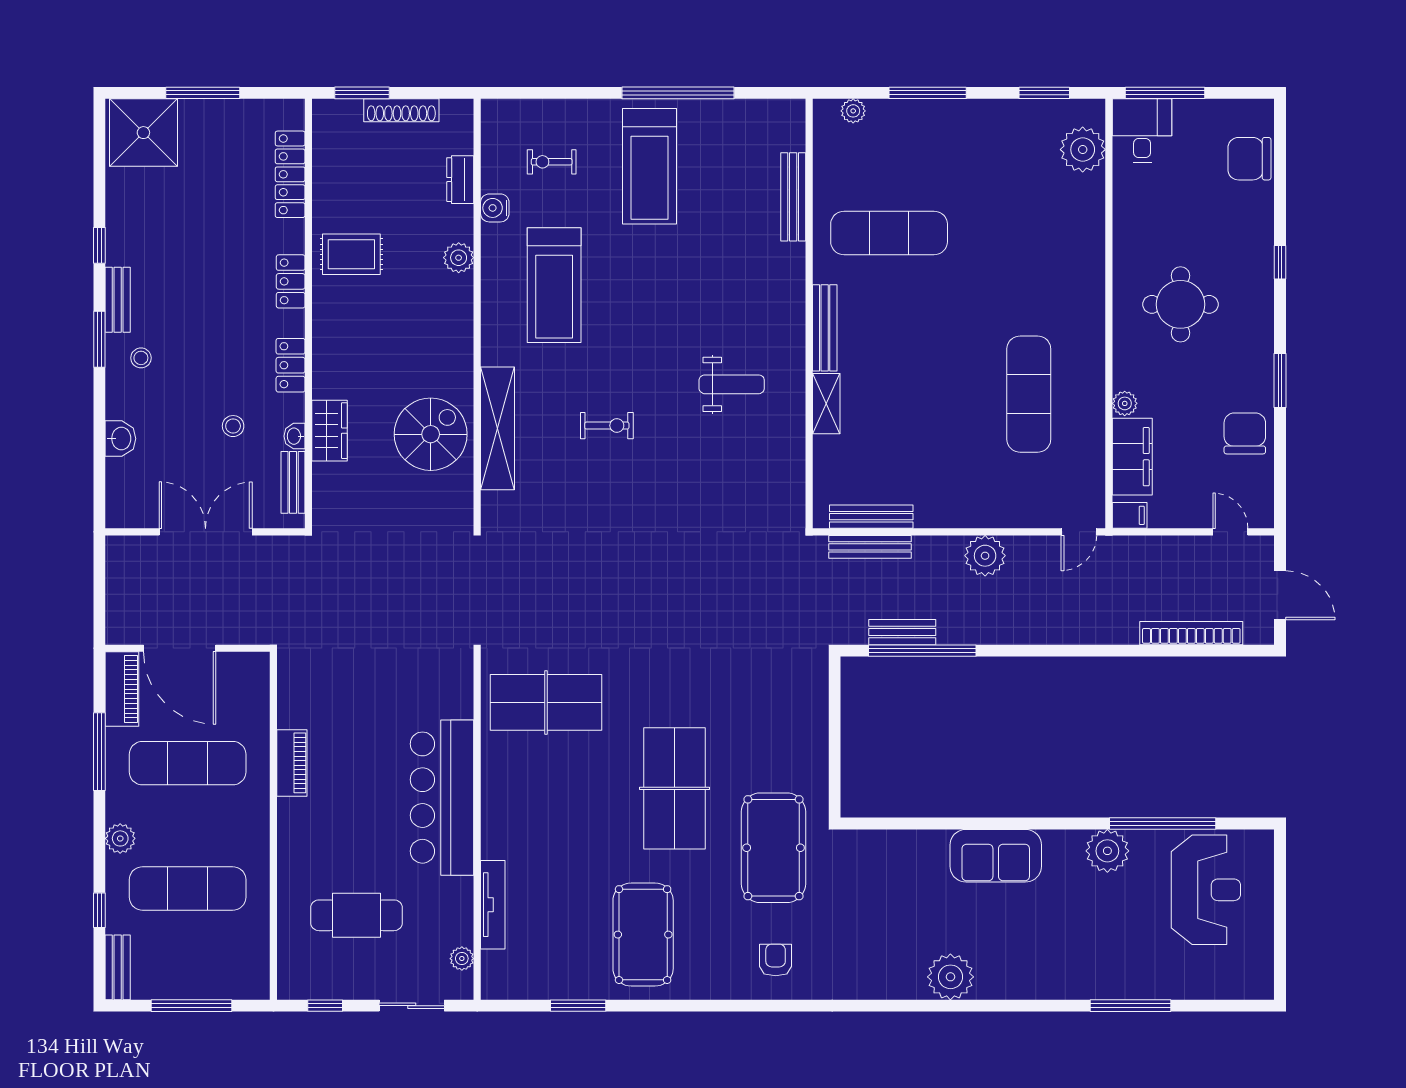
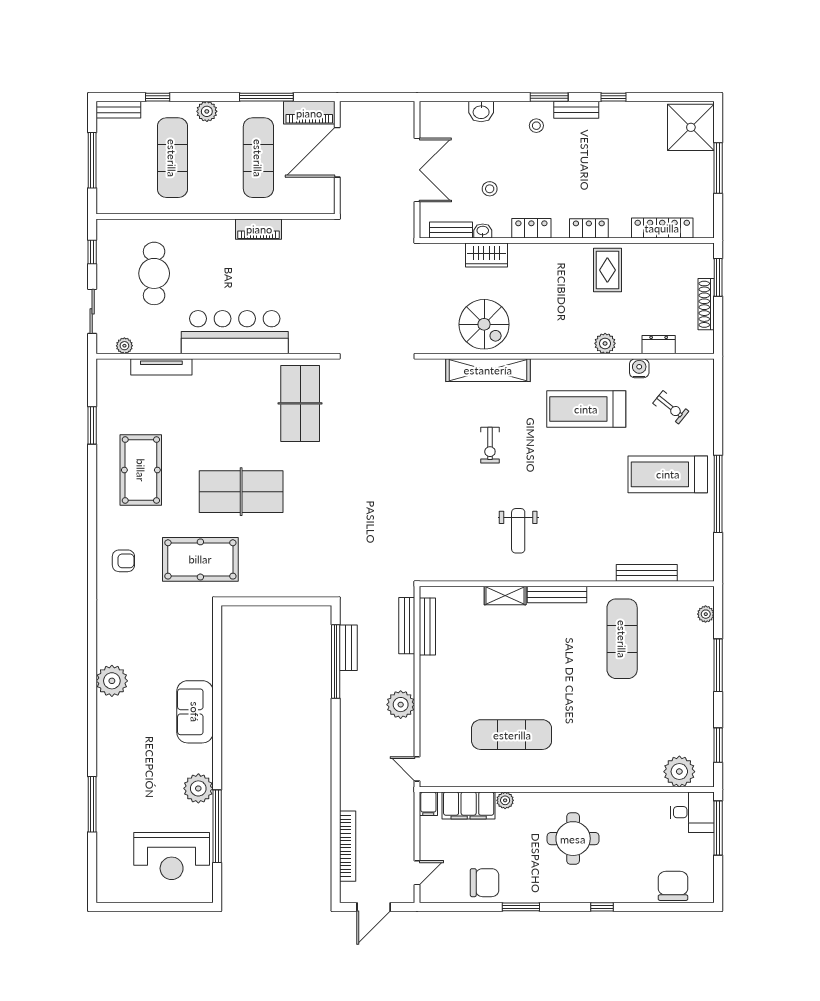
exercise bike: (552, 162) -> (671, 407), turned 129
pool table: (643, 935) -> (141, 470), turned 90

